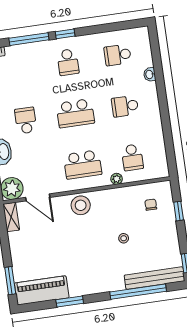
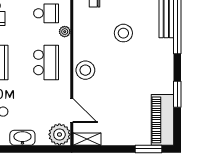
door: (38, 197) -> (72, 111), hinge flipped
stool: (124, 238) -> (123, 33), width x1.89, depth x1.89

